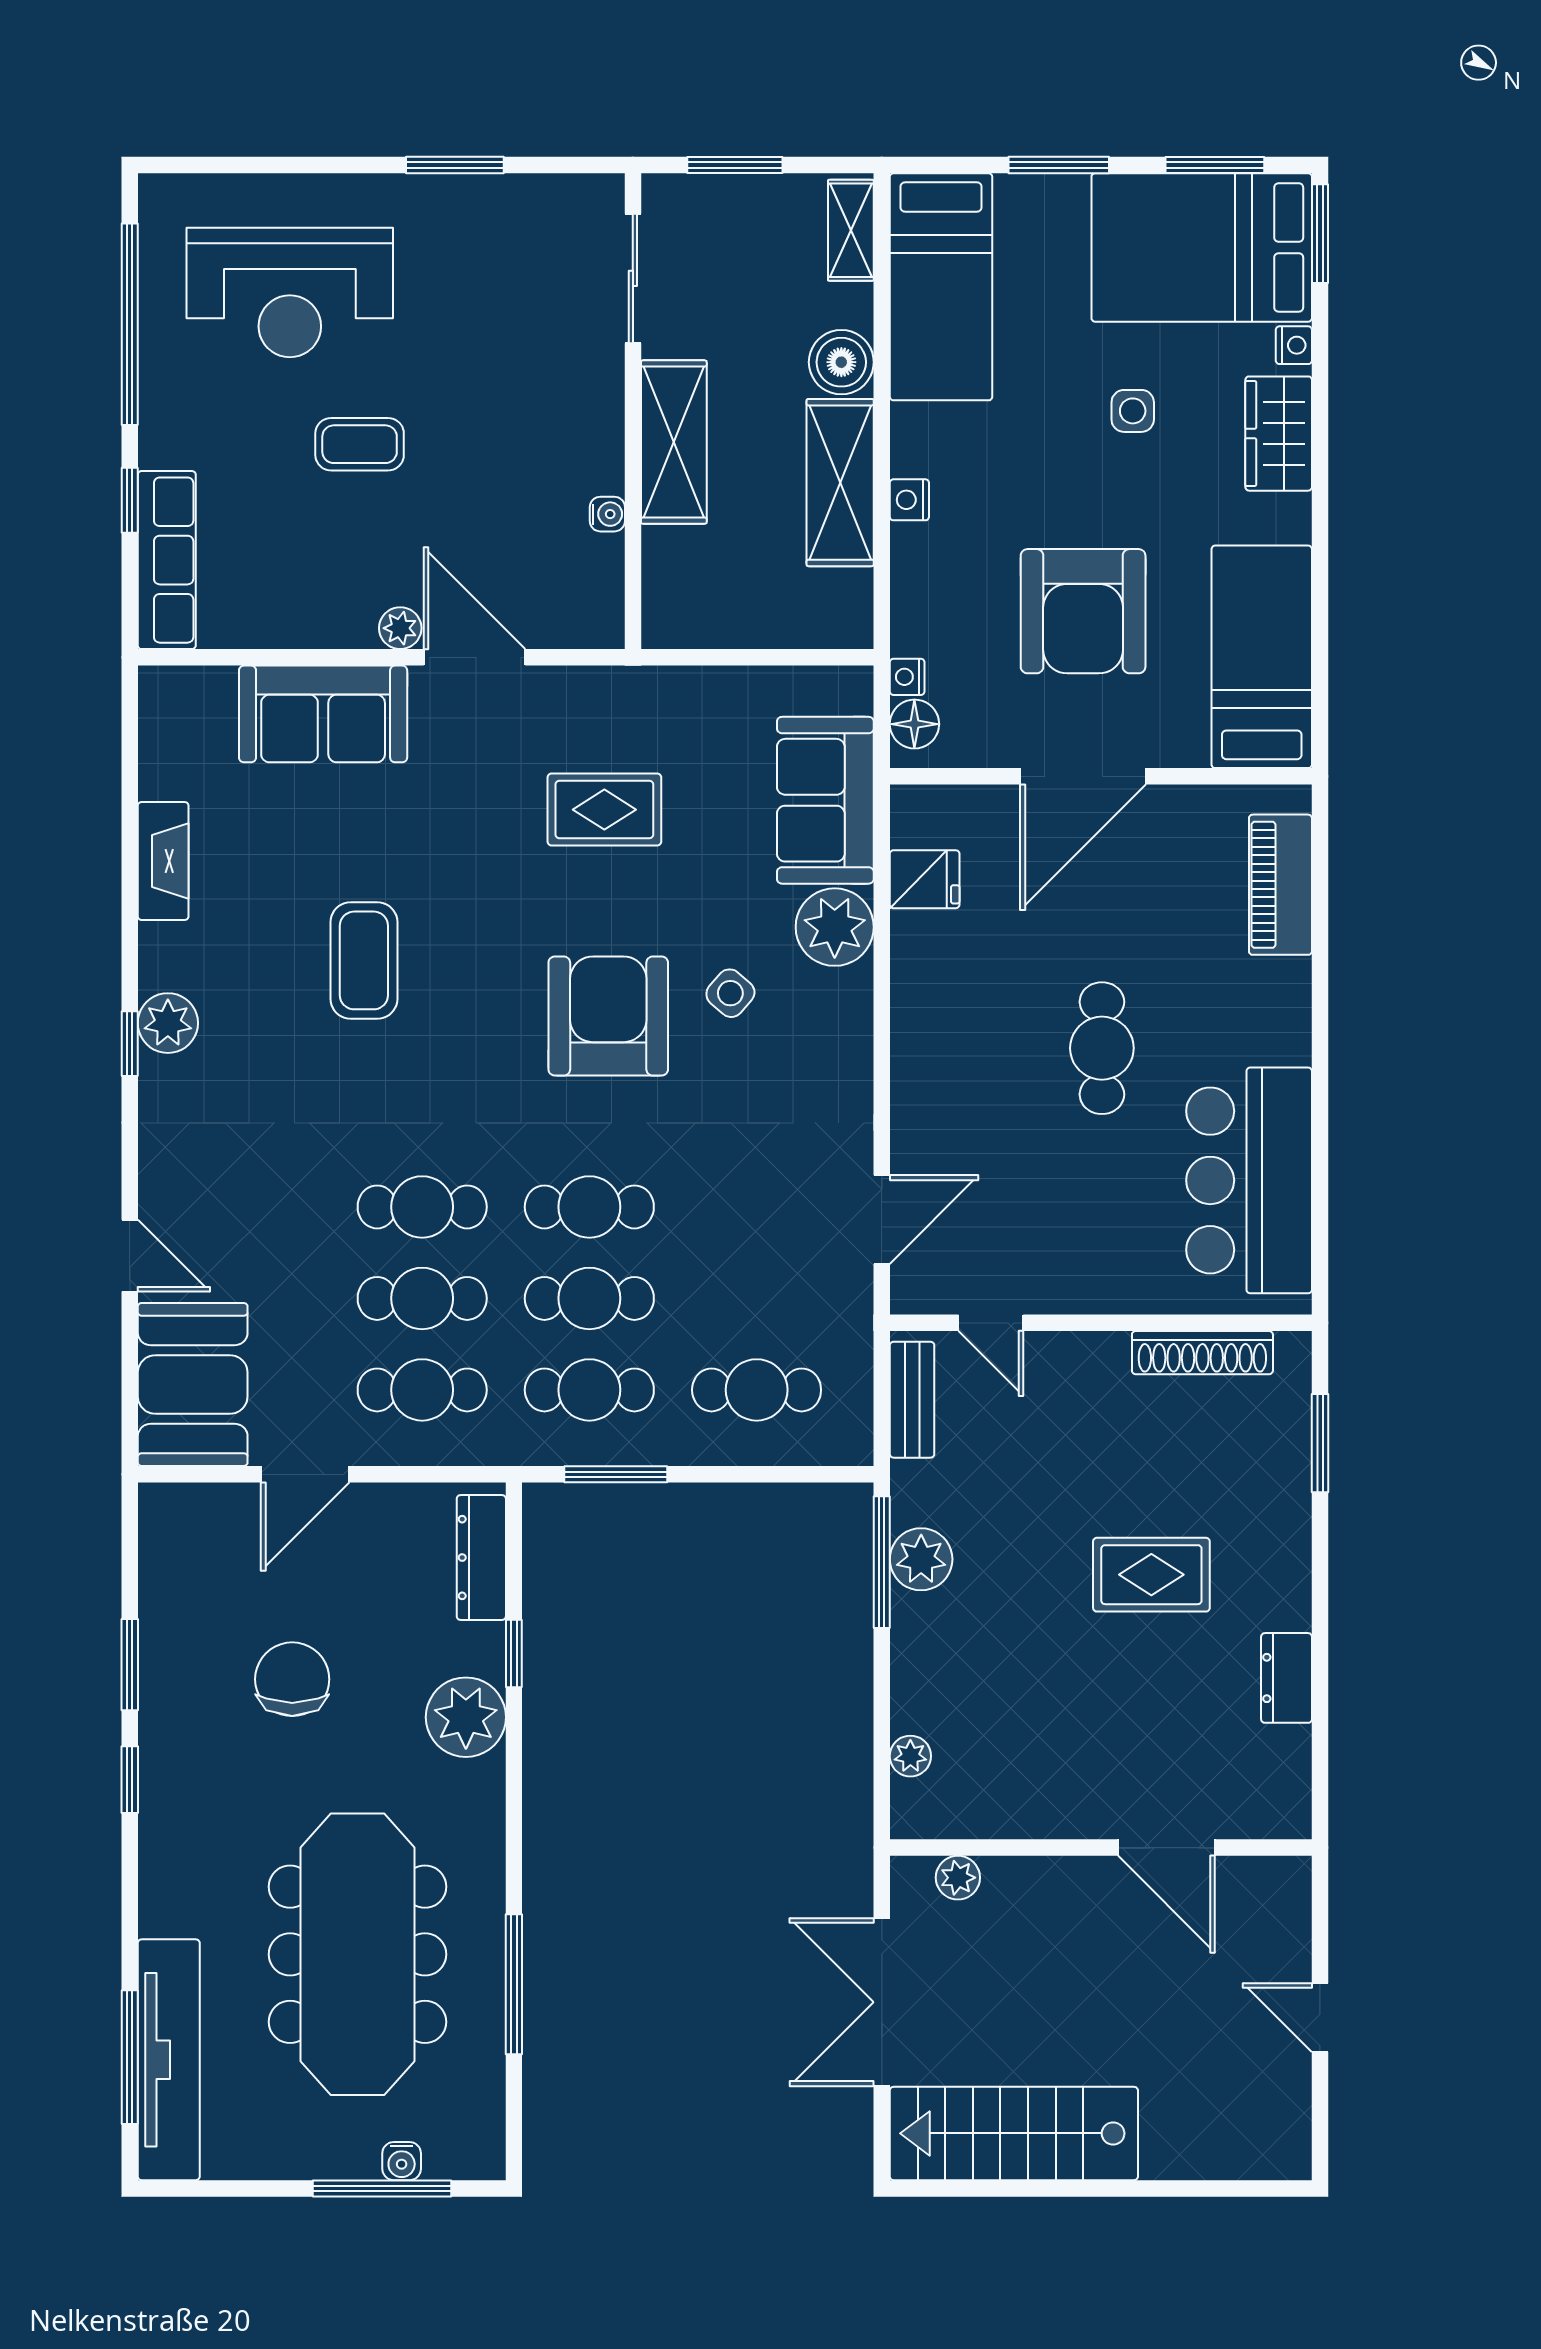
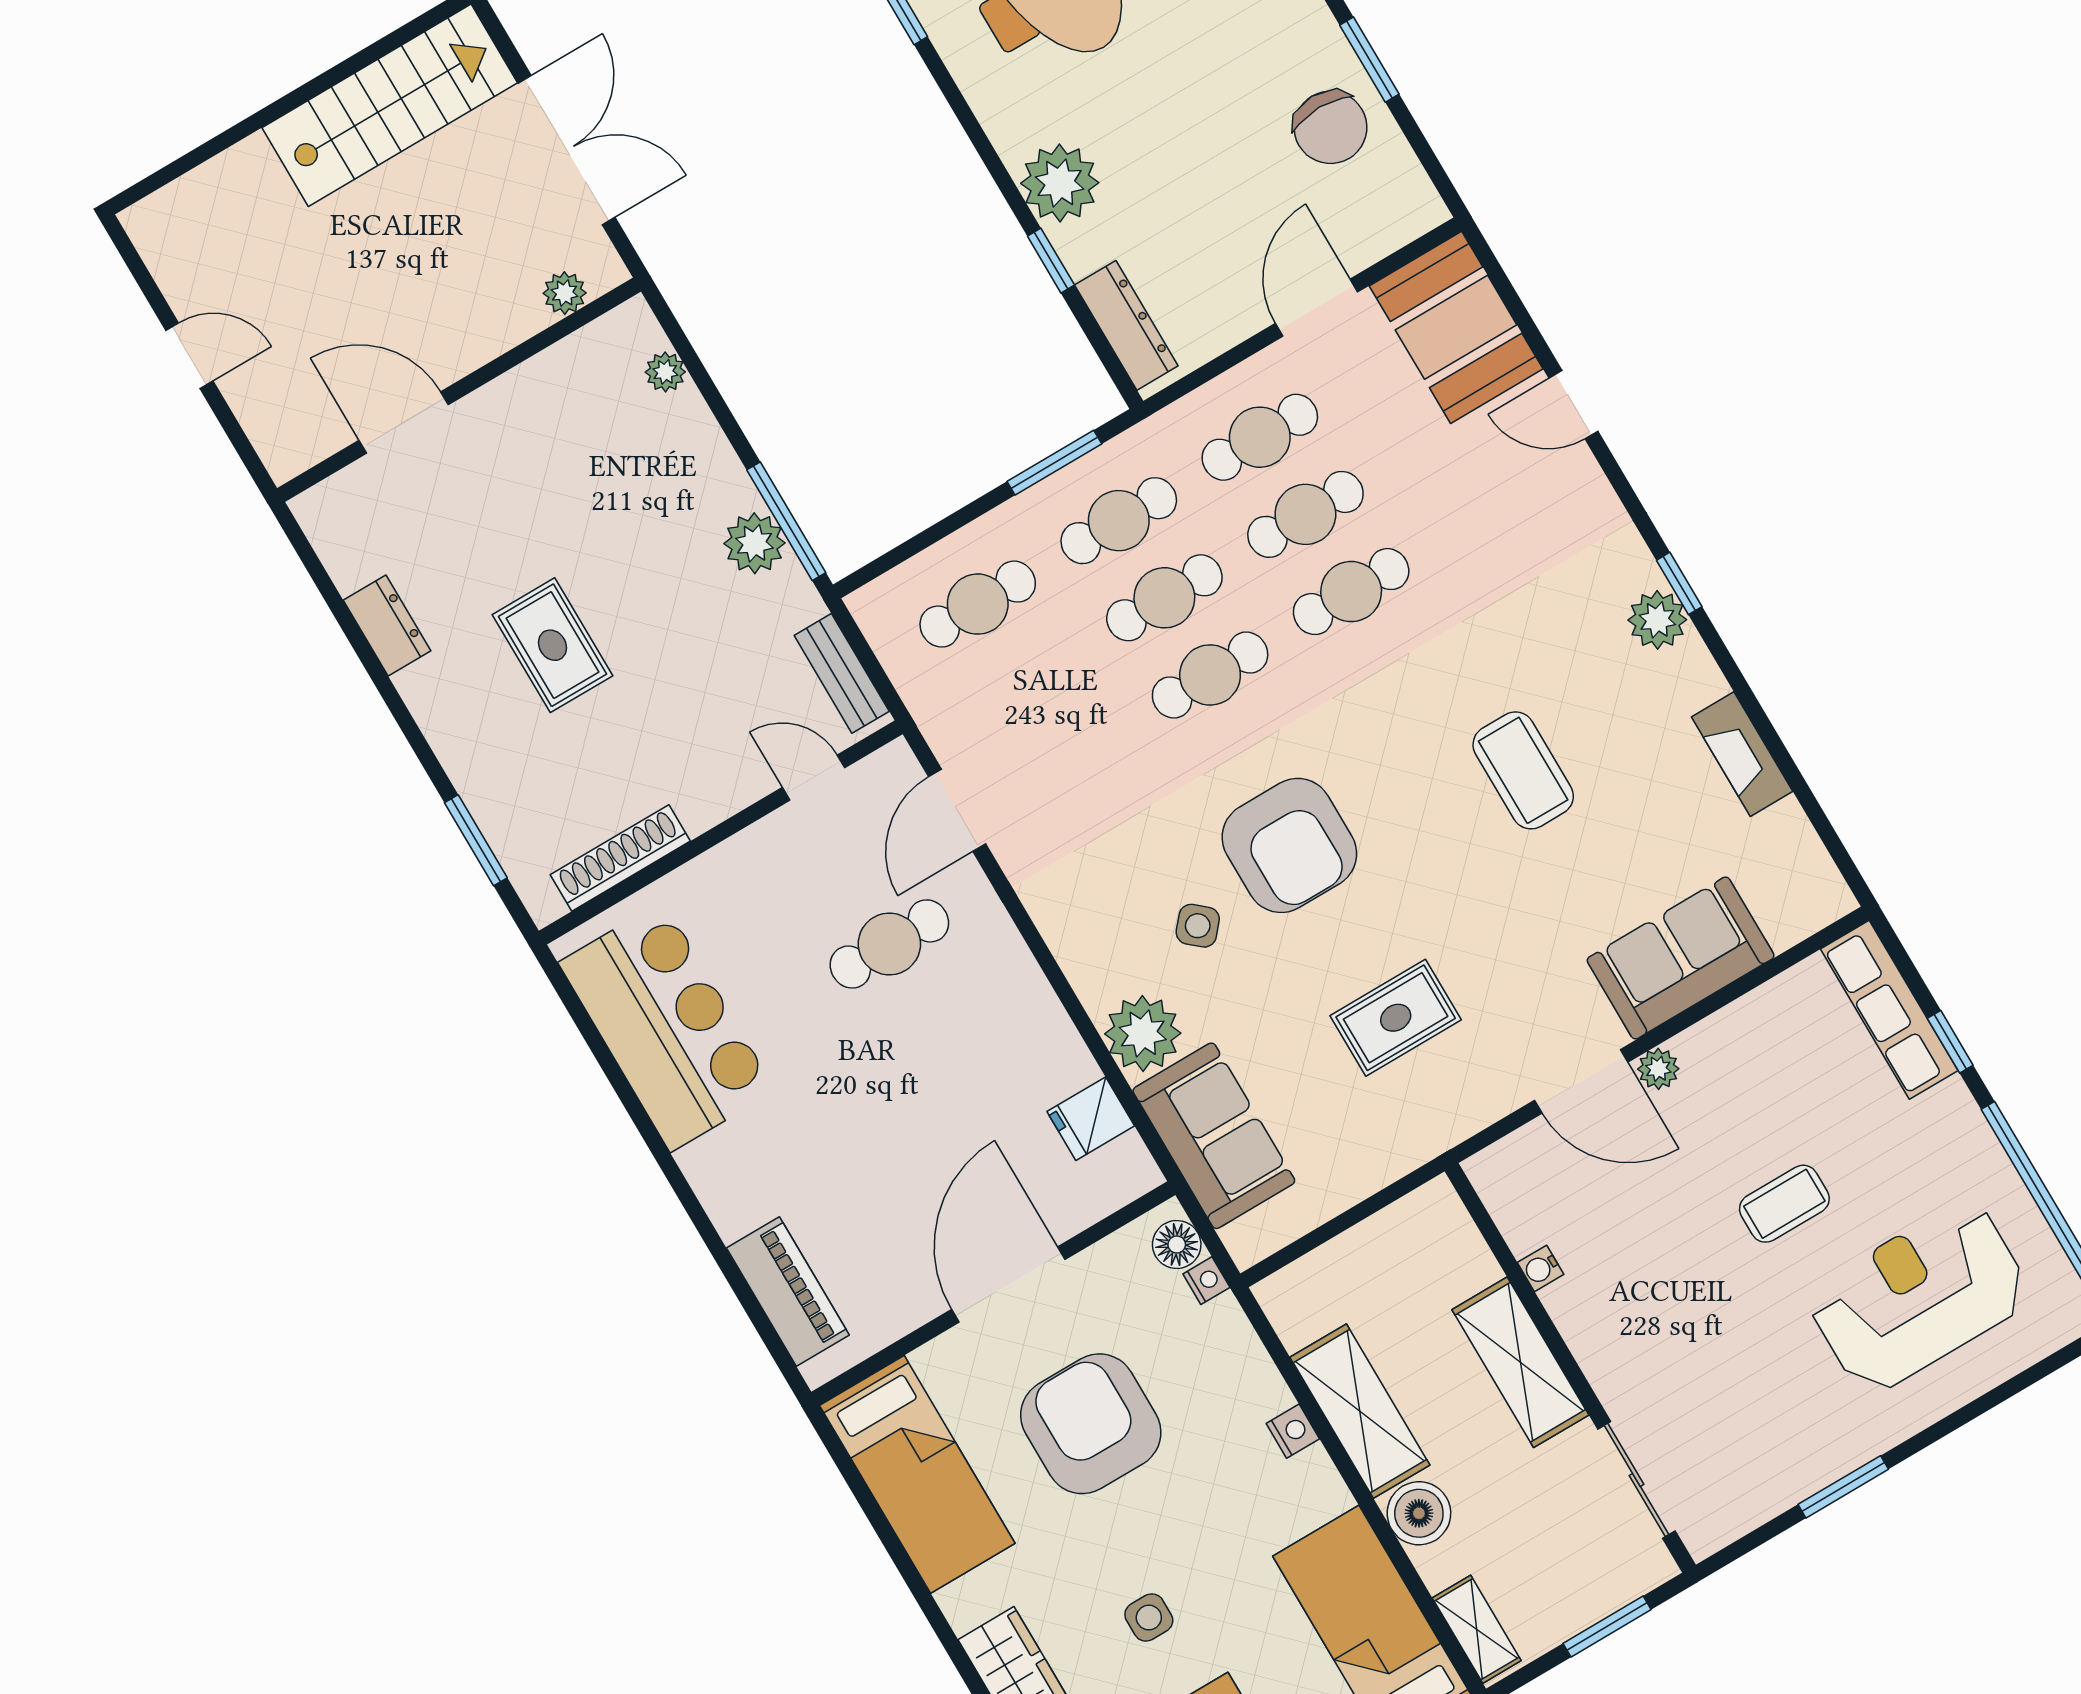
cafe table: (1102, 1048) -> (889, 944), moved, turned 90
rug: (1151, 1575) -> (553, 645), turned 90
chair: (292, 1679) -> (1330, 127), moved

